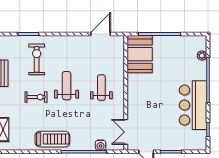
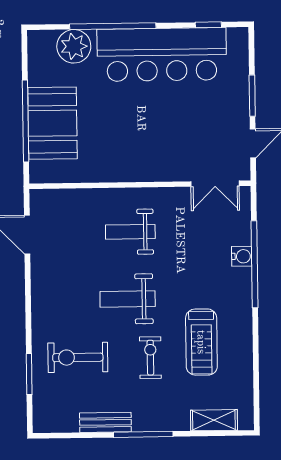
booth: (140, 54) -> (52, 123), moved, turned 90
plant: (202, 56) -> (74, 46), width x1.87, depth x1.87
bar counter: (193, 105) -> (162, 54), width x1.36
treadmill: (52, 139) -> (201, 342), moved, turned 180
water cooler: (101, 145) -> (242, 256), moved

